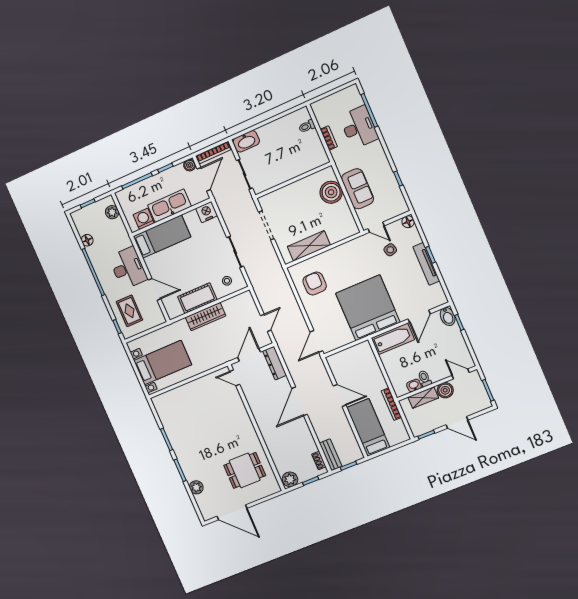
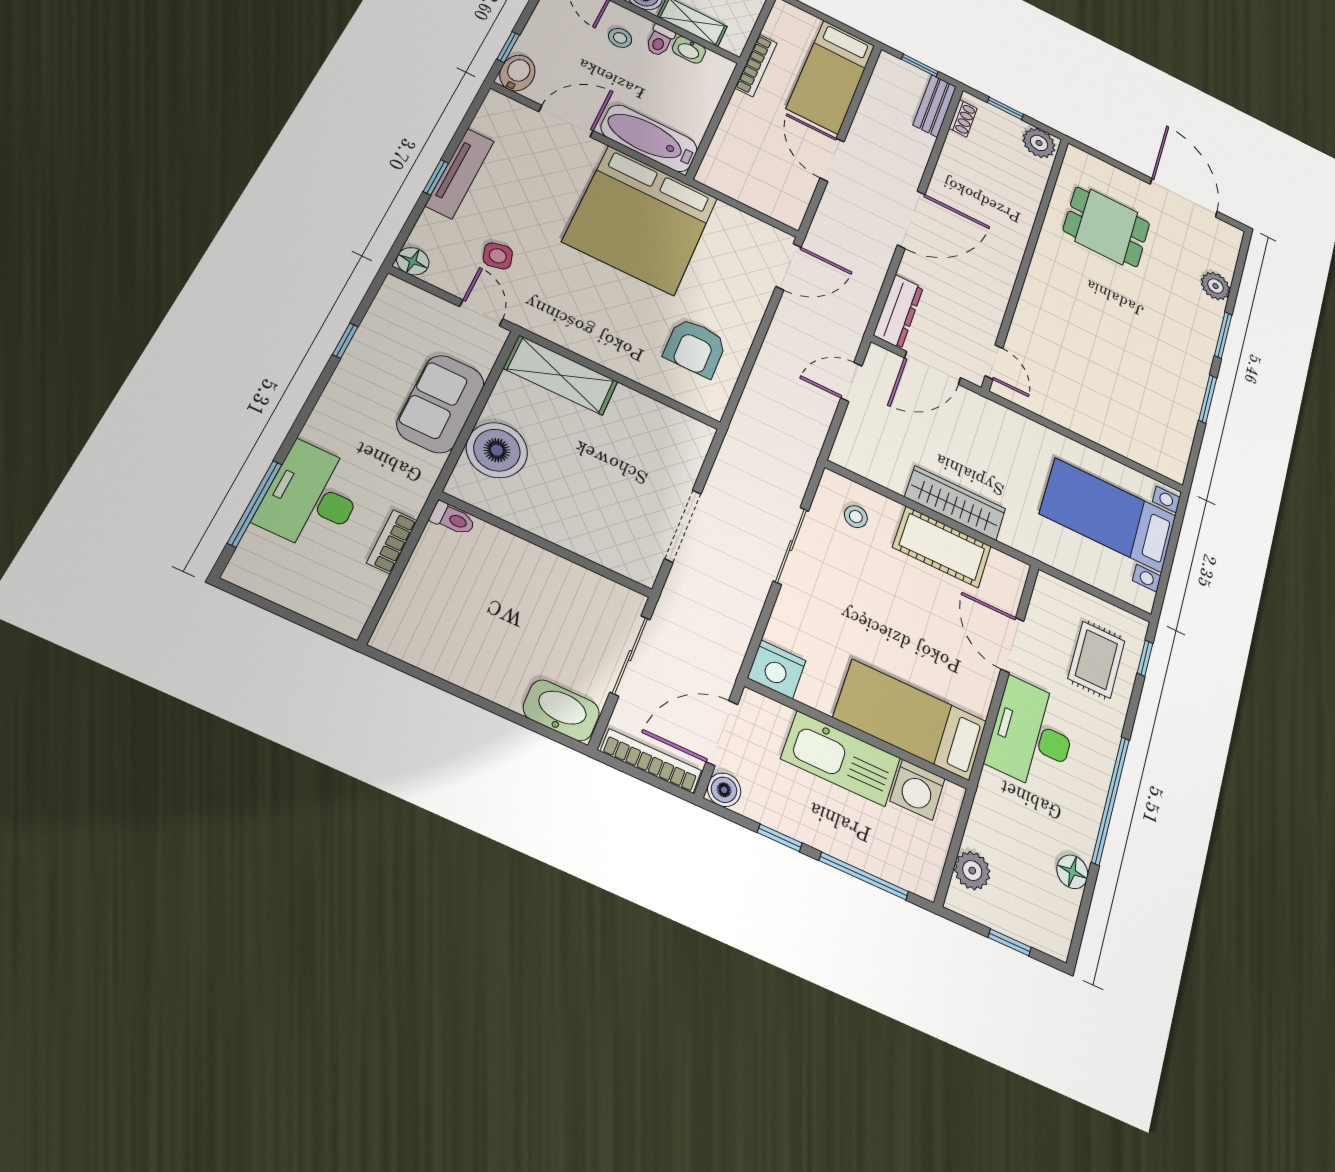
toilet: (307, 126) -> (453, 519), moved
shelving: (309, 246) -> (561, 375), moved
stool: (435, 365) -> (620, 38), added

